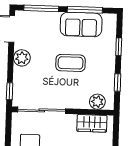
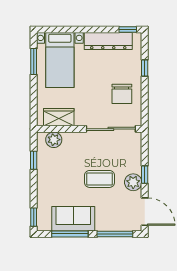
window: (119, 47) -> (34, 217), moved
coffee table: (71, 63) -> (99, 179), moved
window: (10, 91) -> (145, 175), moved

